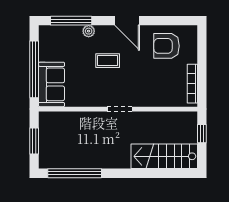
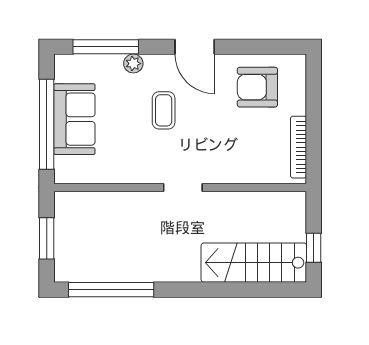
coffee table: (108, 61) -> (164, 110), turned 90
sofa: (52, 84) -> (74, 119), moved
window: (202, 134) -> (314, 248), moved

